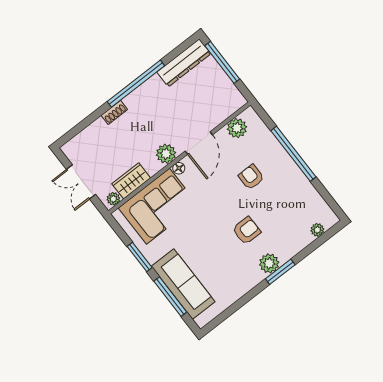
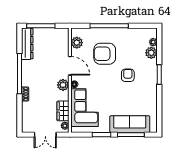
armchair: (251, 177) -> (105, 54), width x1.88, depth x1.88
plant: (269, 263) -> (151, 53), moved

